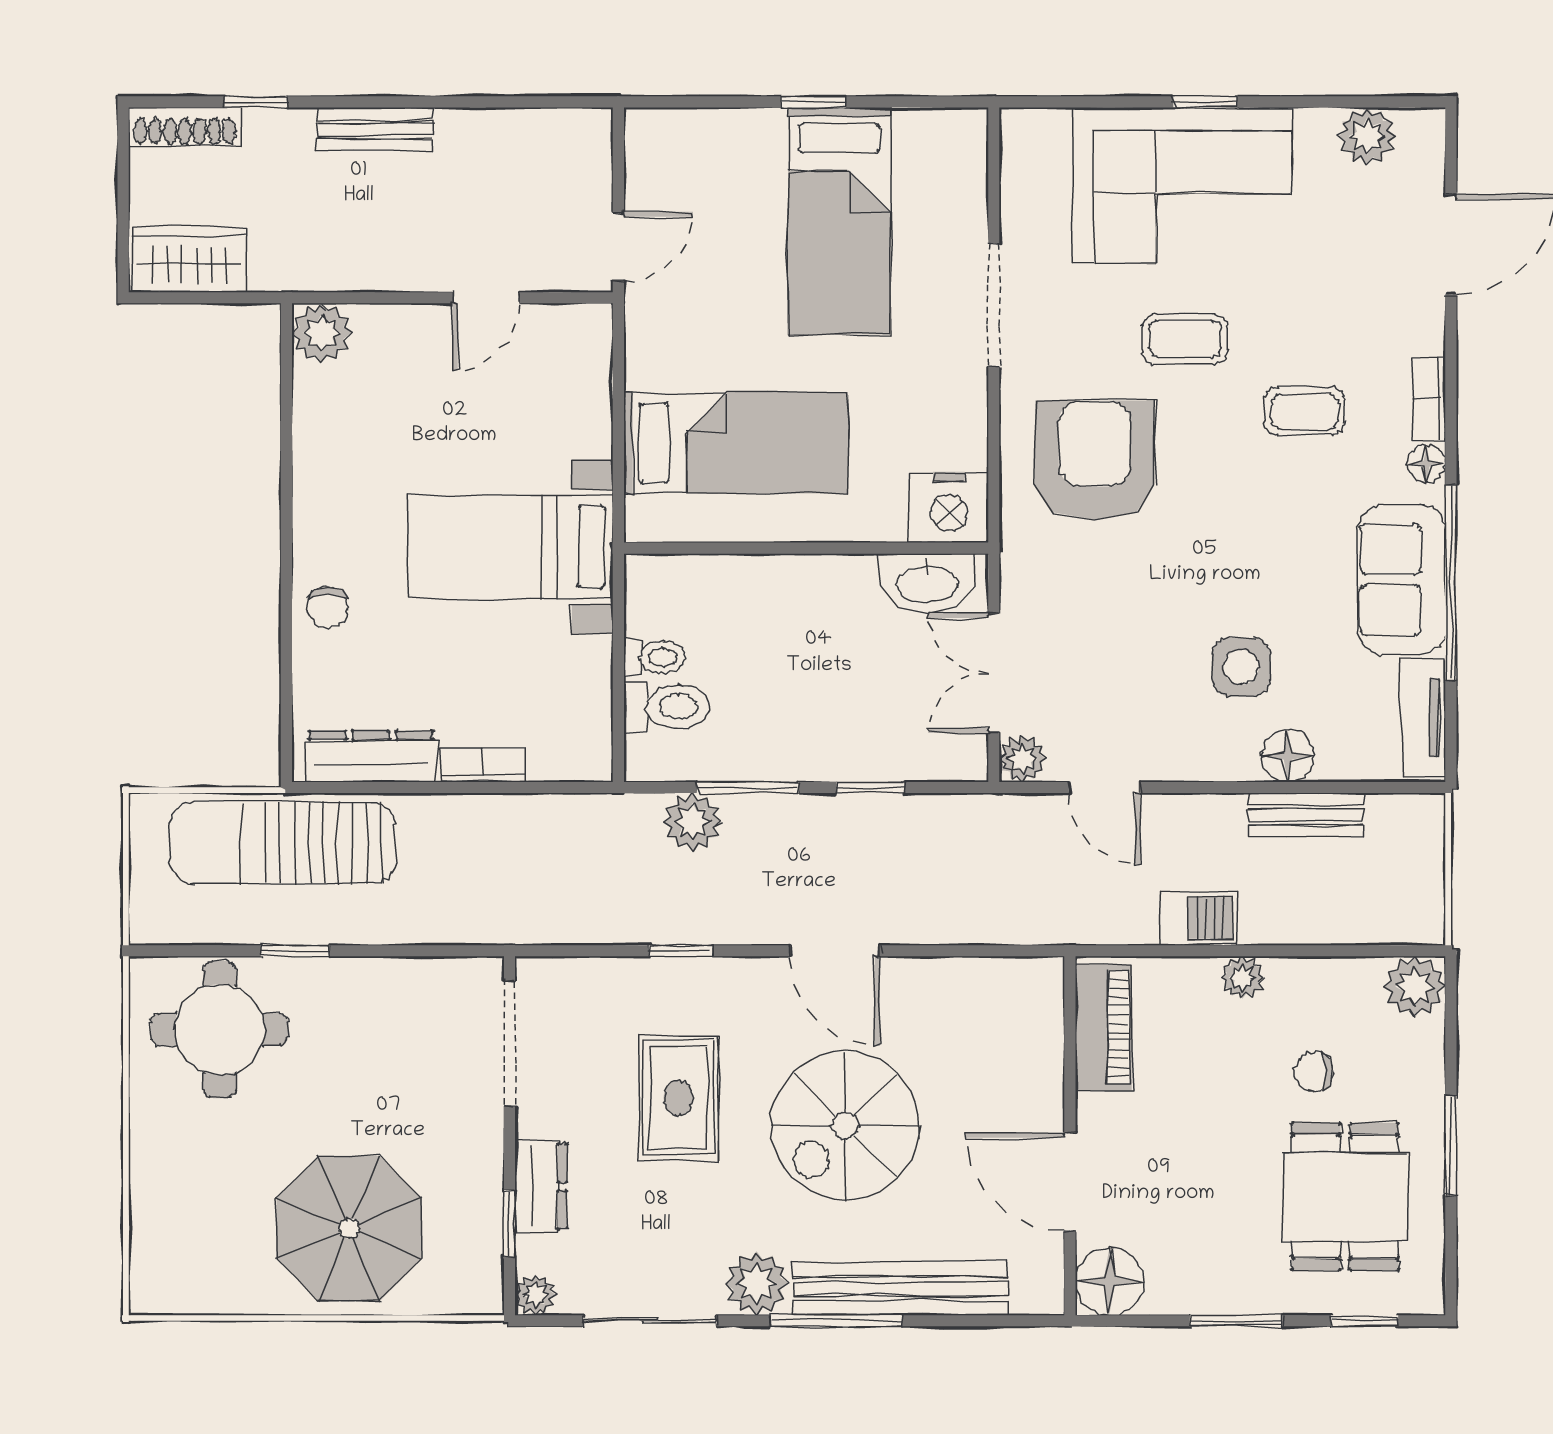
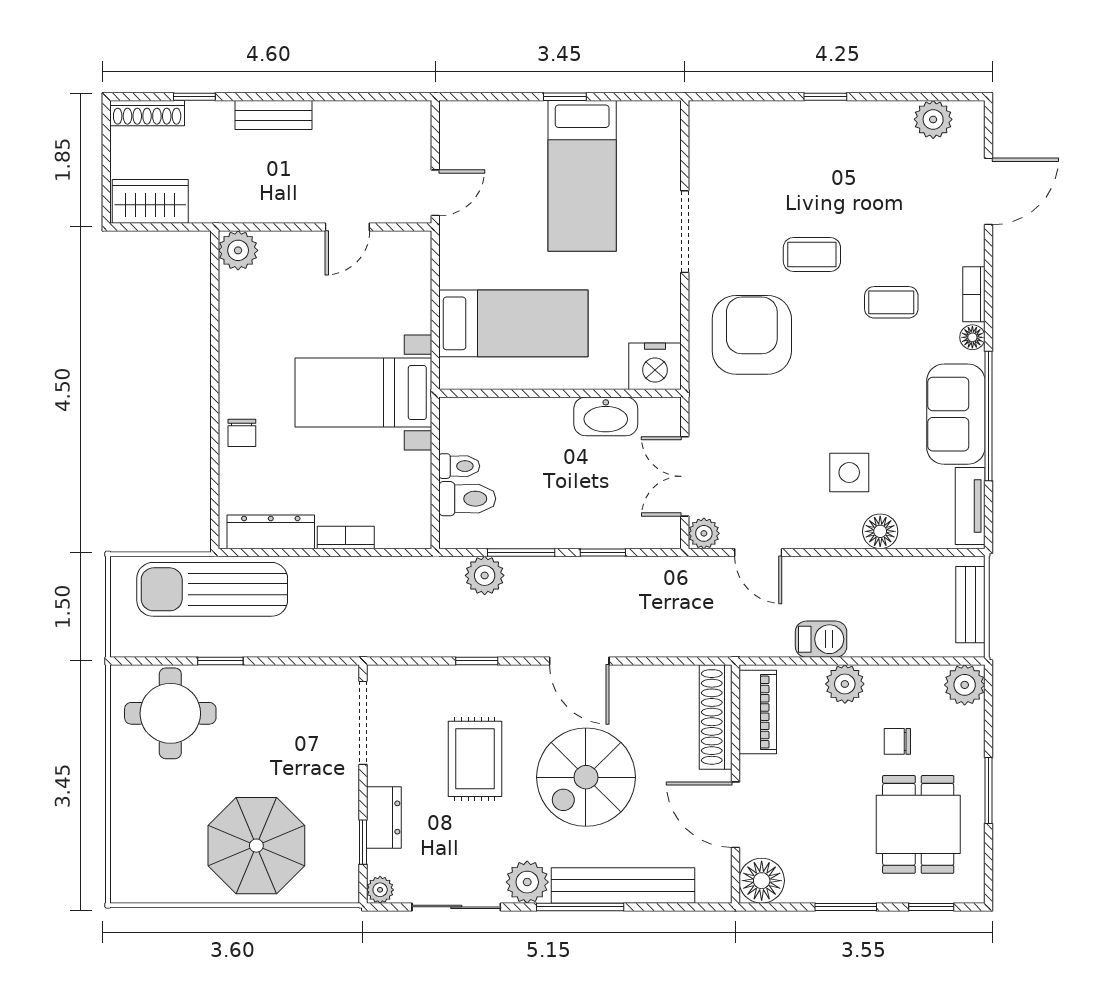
corner sofa: (1182, 185) -> (810, 152), removed
washbasin: (927, 583) -> (606, 416), moved
bench: (1306, 815) -> (970, 605), moved, turned 90
plant: (1242, 977) -> (845, 684), width x1.38, depth x1.38
shoe rack: (1040, 1035) -> (716, 717), added

